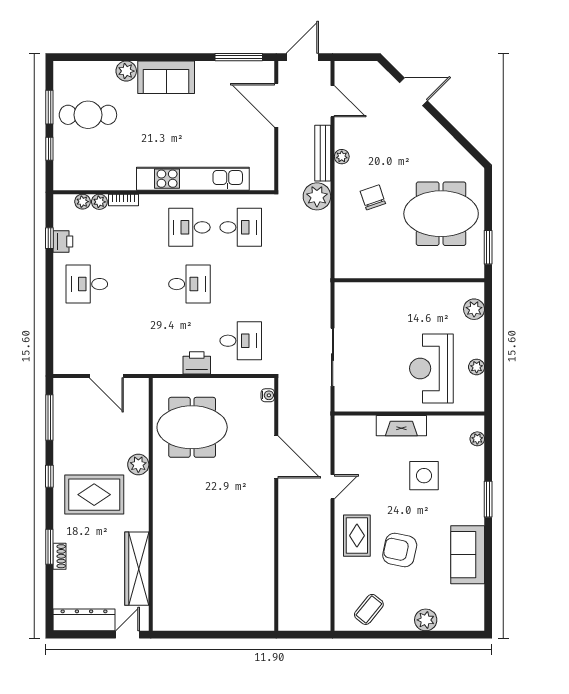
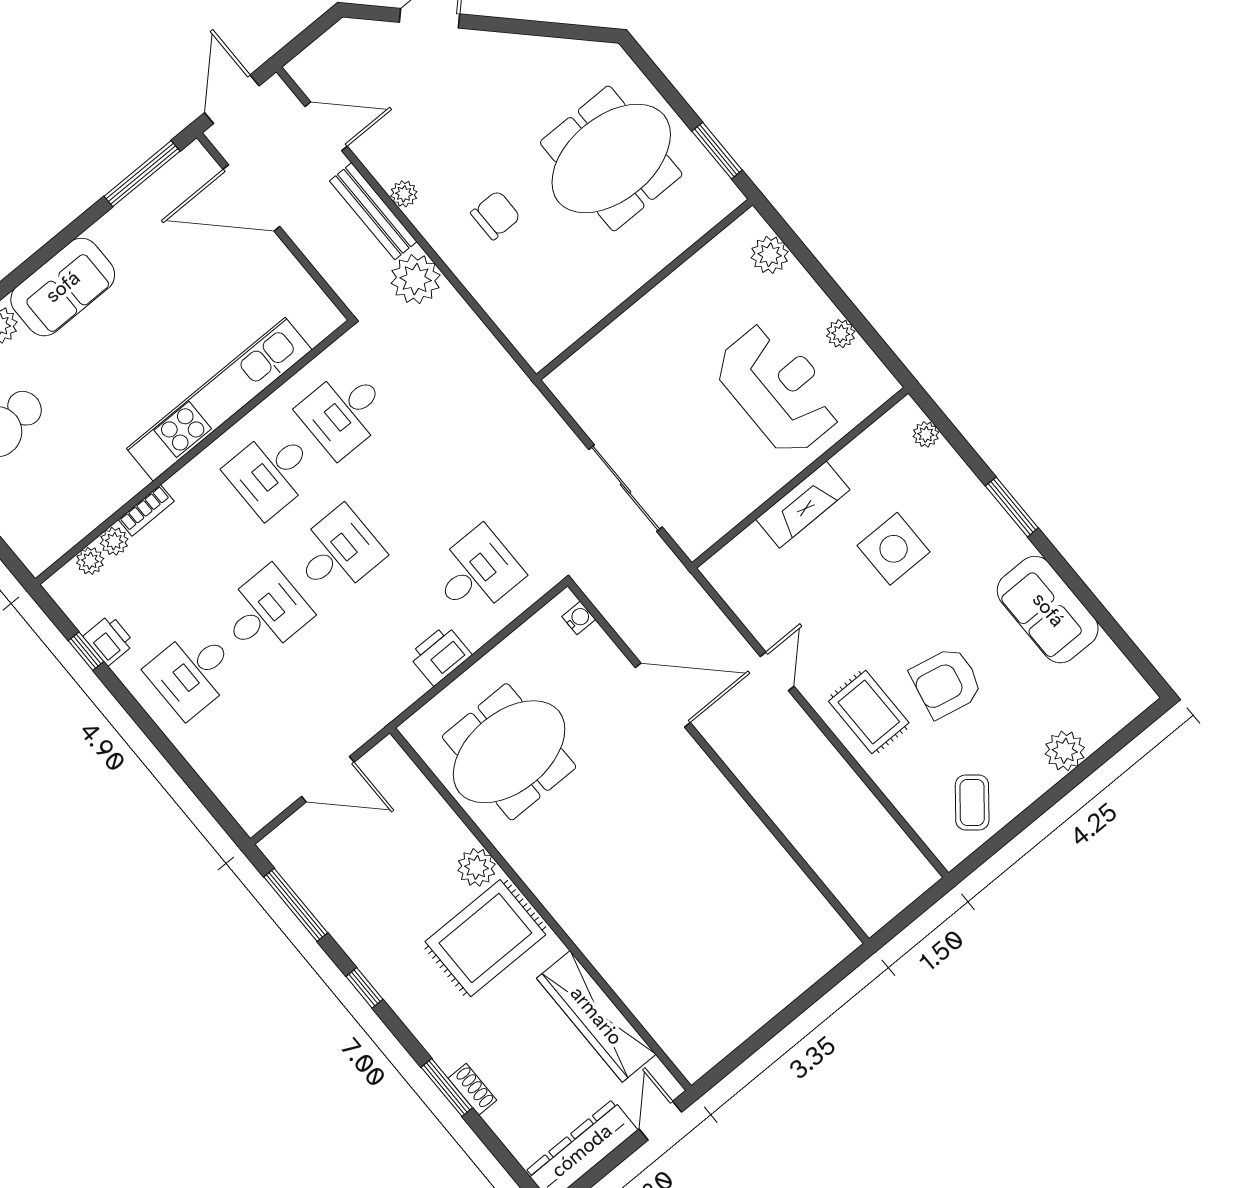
chair: (373, 197) -> (496, 215), turned 109
desk: (241, 227) -> (344, 412), turned 180
desk: (138, 284) -> (265, 612), added
reception desk: (431, 368) -> (779, 389), turned 180
rug: (94, 495) -> (485, 938), moved

